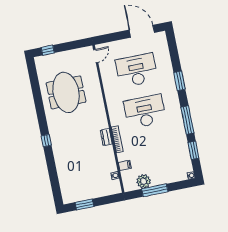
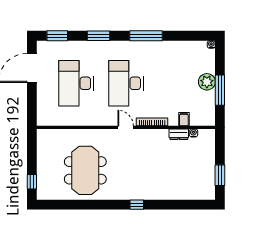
door: (96, 56) -> (126, 127), moved
meeting table: (66, 92) -> (85, 170), turned 90
dresser: (106, 137) -> (179, 134), moved
window: (193, 150) -> (57, 36), moved
plant: (144, 181) -> (207, 82), moved

